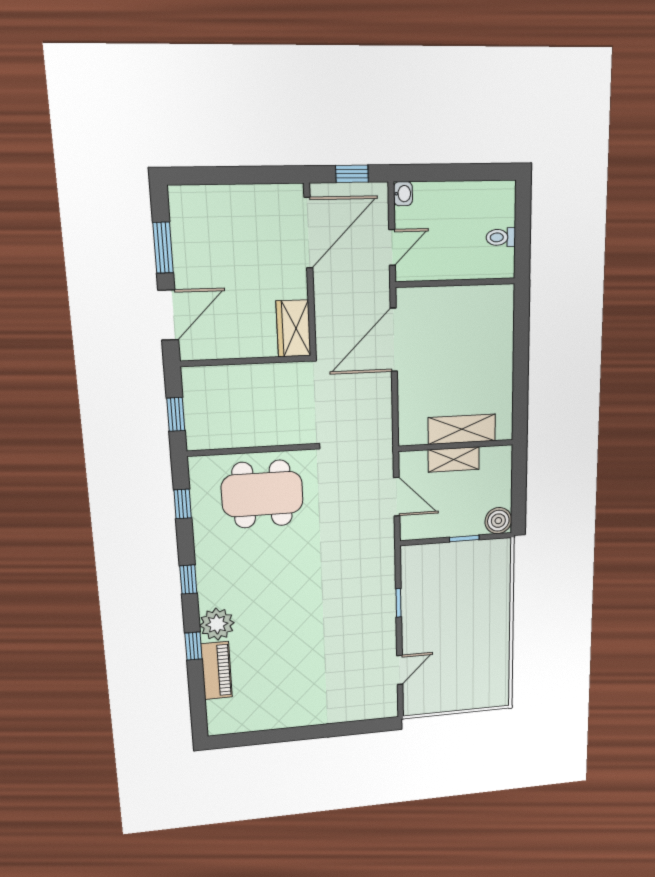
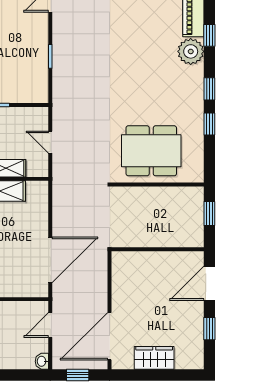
window: (163, 248) -> (209, 329), width x0.67
wardrobe: (293, 328) -> (154, 358), moved, turned -90
door: (397, 497) -> (50, 142), width x0.73
window: (183, 504) -> (209, 124), moved

